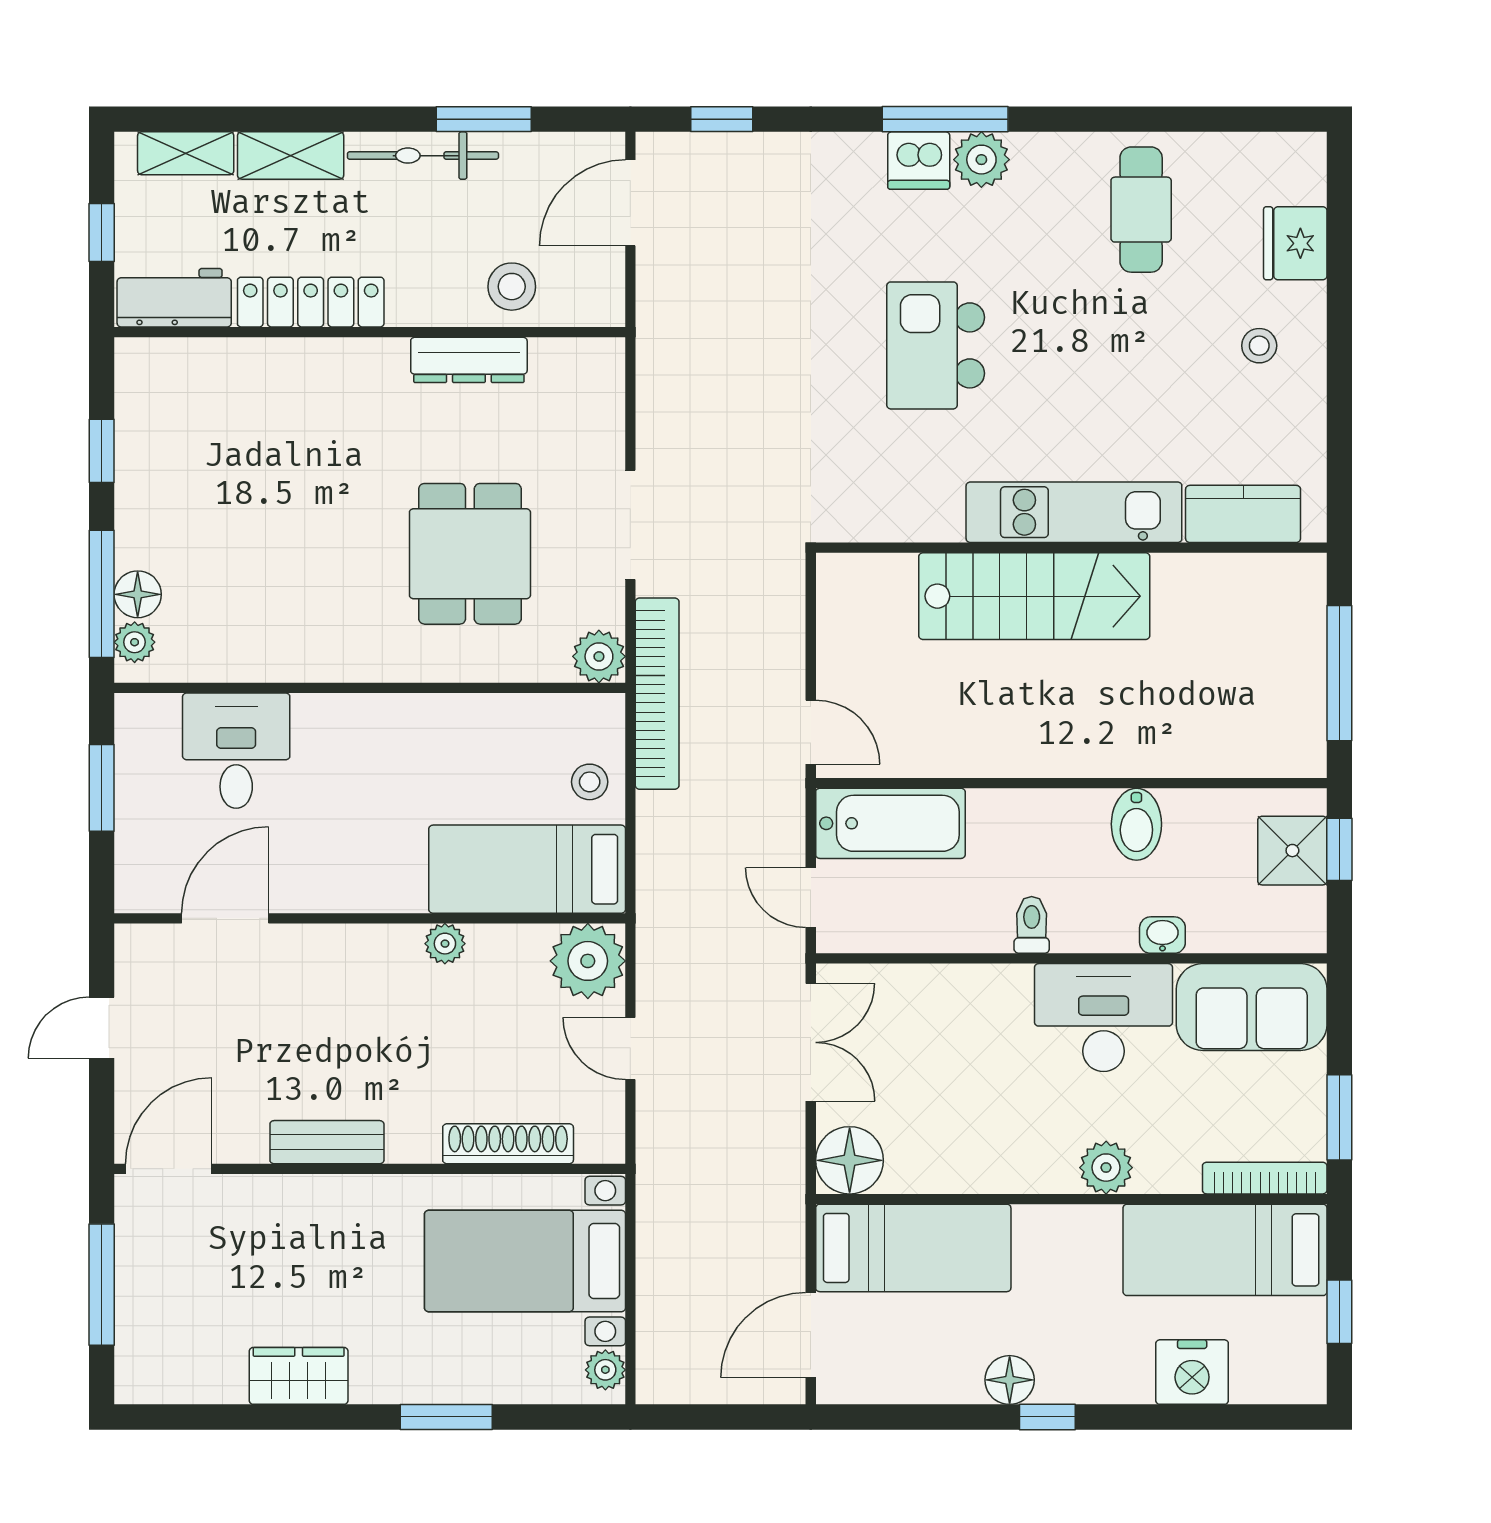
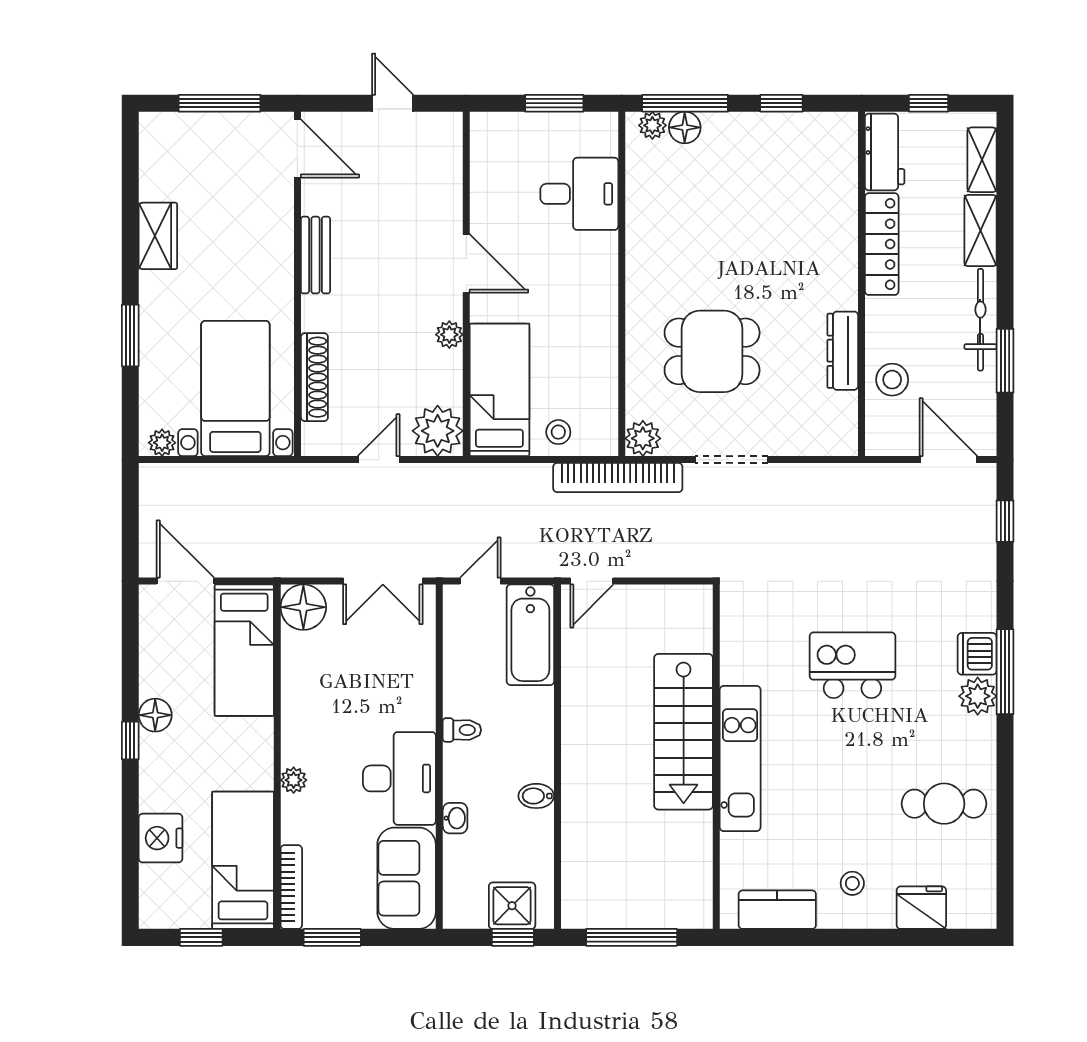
kitchen counter: (1243, 514) -> (777, 910), moved, turned -90
bidet: (1136, 824) -> (536, 796), width x0.72, depth x0.74
door: (225, 918) -> (466, 263), moved
plant: (1106, 1168) -> (294, 780), width x0.73, depth x0.73

